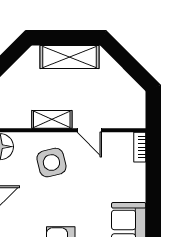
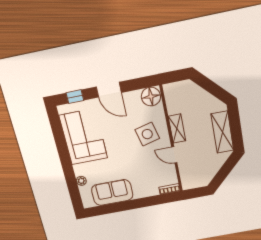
door: (89, 130) -> (174, 155), hinge flipped

